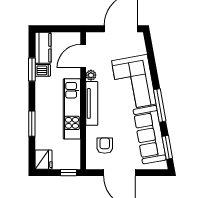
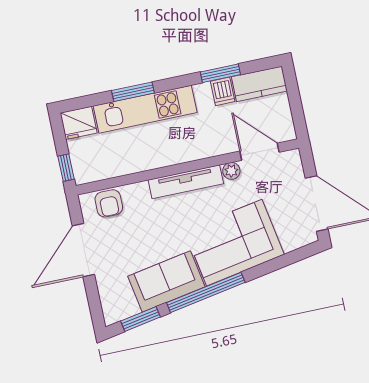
window: (160, 105) -> (206, 292), width x1.46
kitchen unit: (72, 109) -> (145, 109), moved, turned 180
sofa: (150, 135) -> (166, 281), width x0.73
armchair: (105, 146) -> (109, 203), moved, turned 90

